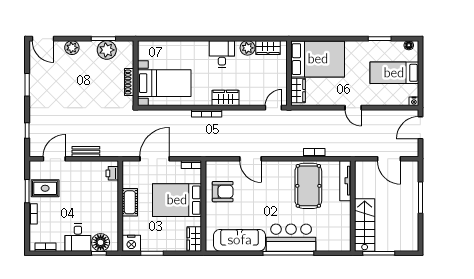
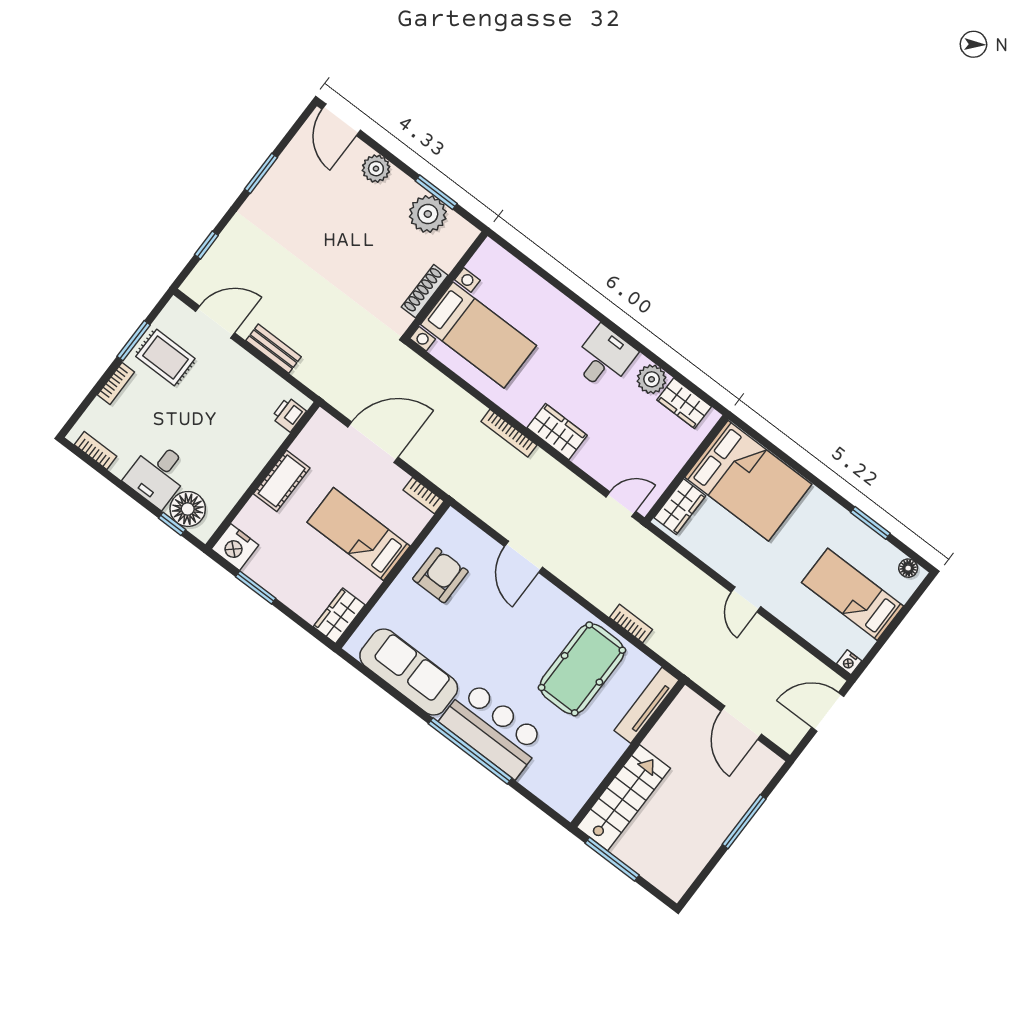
armchair: (223, 192) -> (440, 575), turned -90
bed: (177, 200) -> (358, 534), width x0.67

